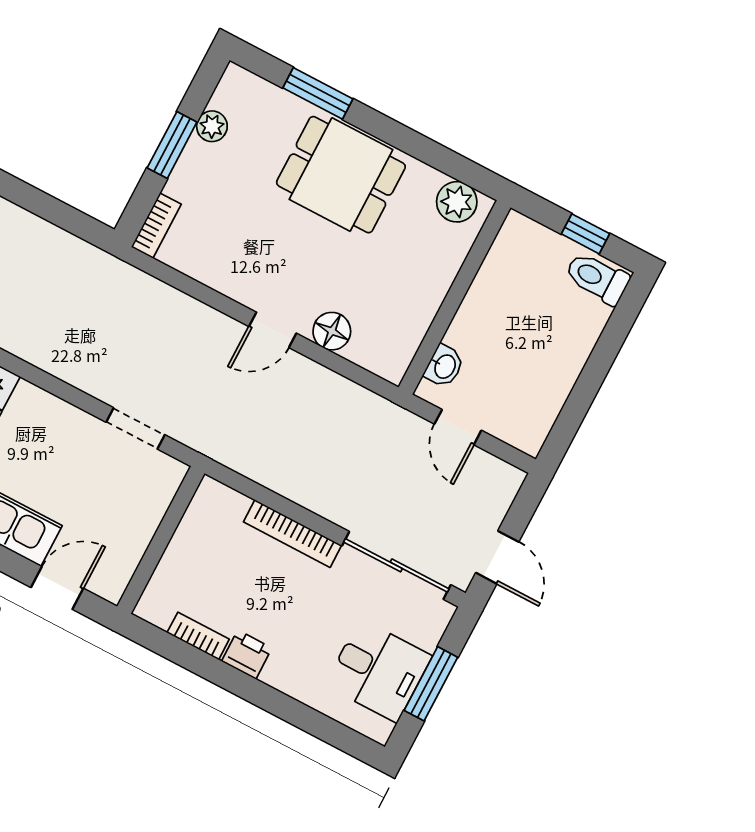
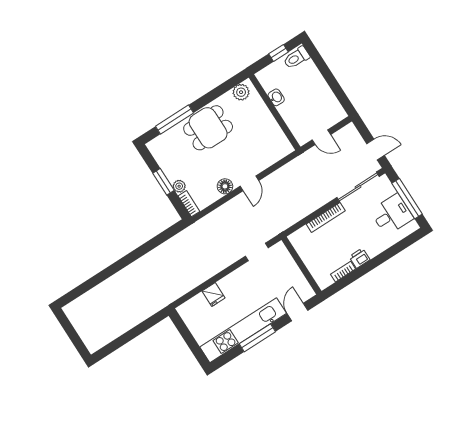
window: (318, 93) -> (175, 120), width x1.44
plant: (212, 126) -> (179, 186), moved
floor lamp: (332, 331) -> (225, 186), moved
washbasin: (444, 366) -> (276, 97), moved
window: (431, 684) -> (407, 199), width x1.44

